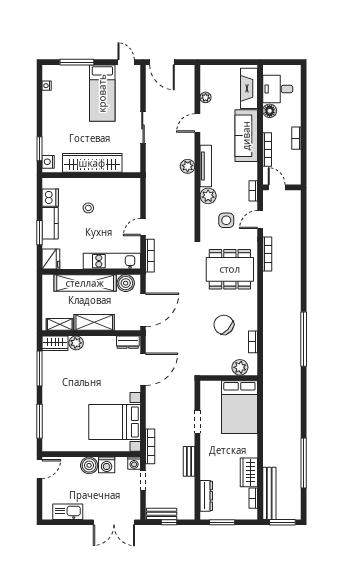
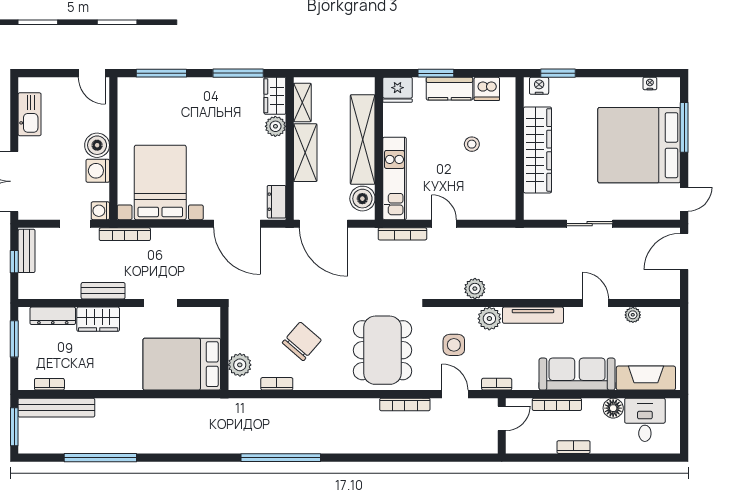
bed: (102, 93) -> (639, 145), width x2.04
plant: (188, 166) -> (475, 289), moved
wardrobe: (249, 472) -> (98, 319), moved, turned 180

